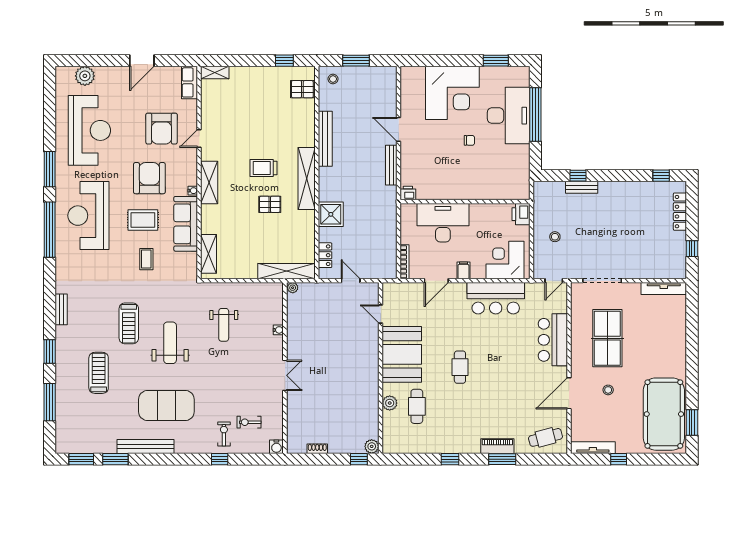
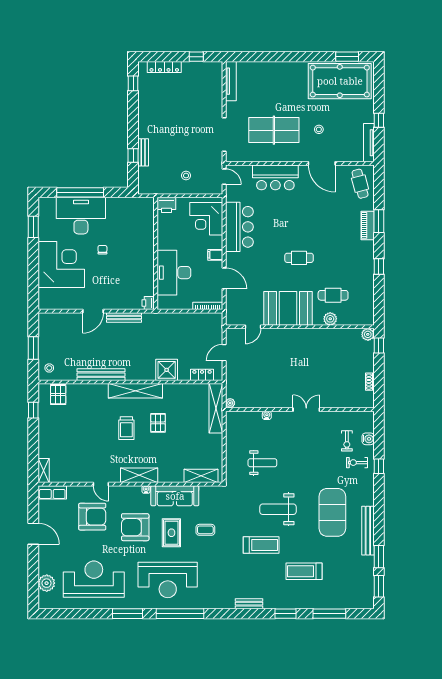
water cooler: (276, 447) -> (368, 439), moved

